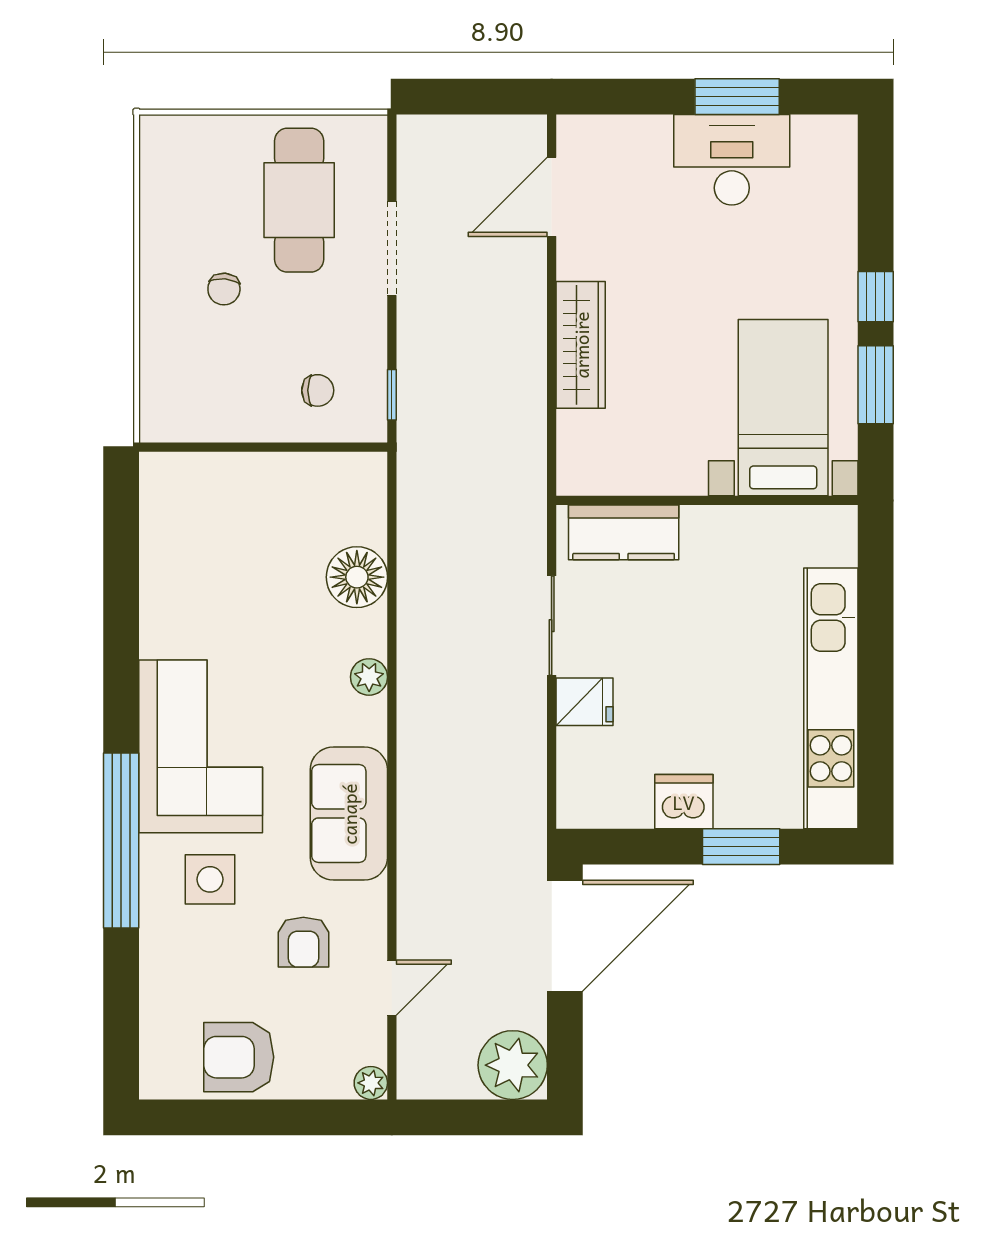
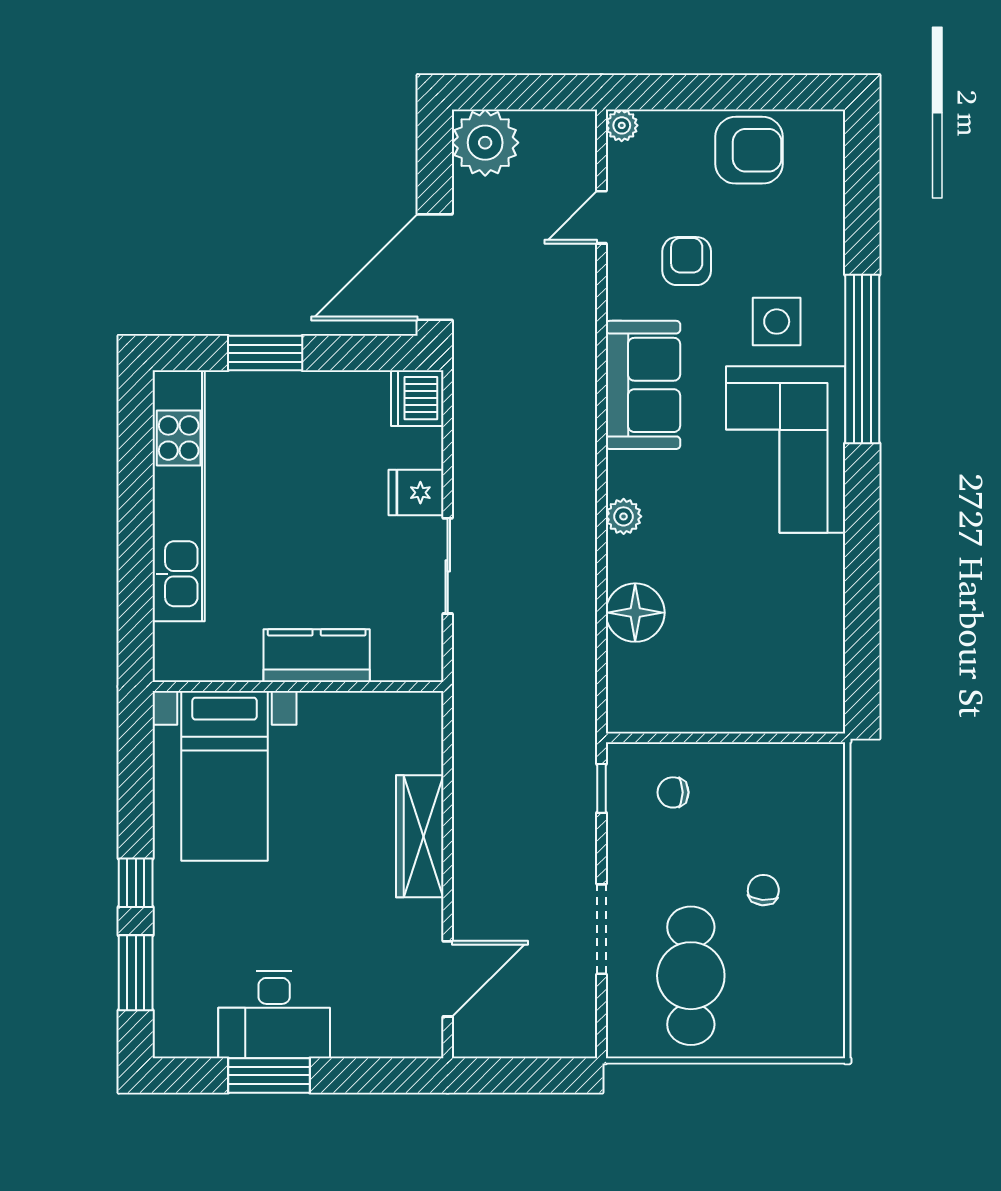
window: (876, 385) -> (136, 973), moved
kitchen counter: (624, 532) -> (317, 656), moved
dishwasher: (684, 802) -> (417, 398), moved, turned 90

